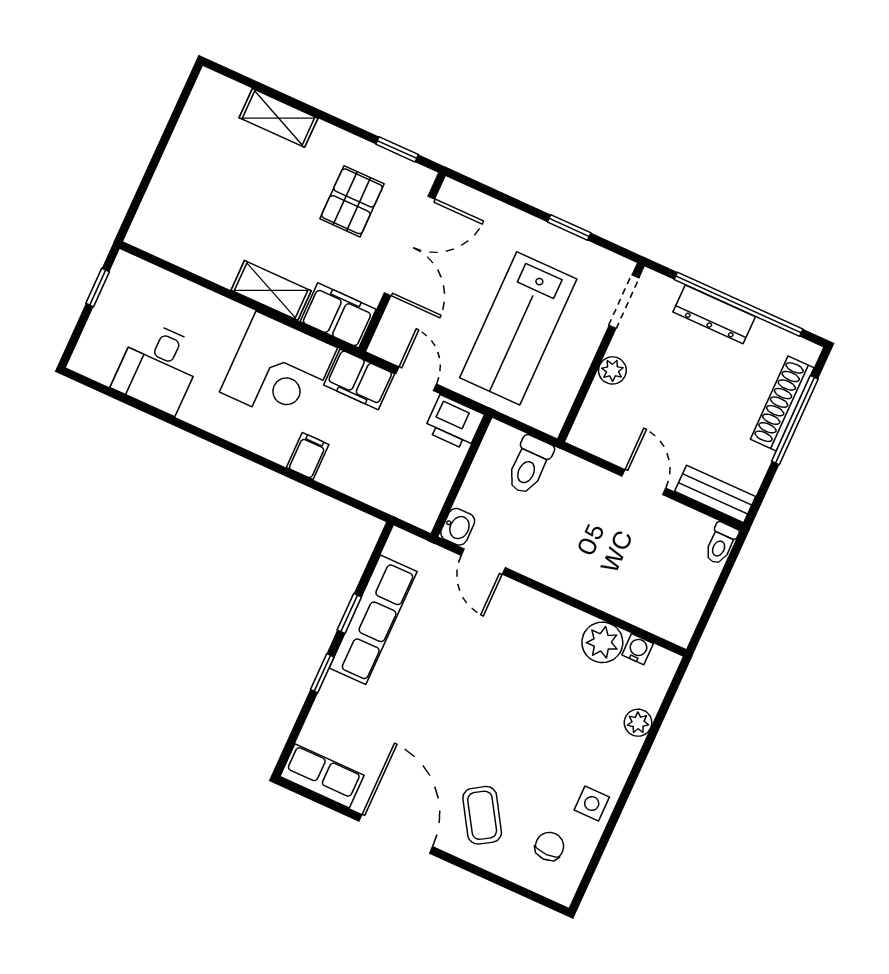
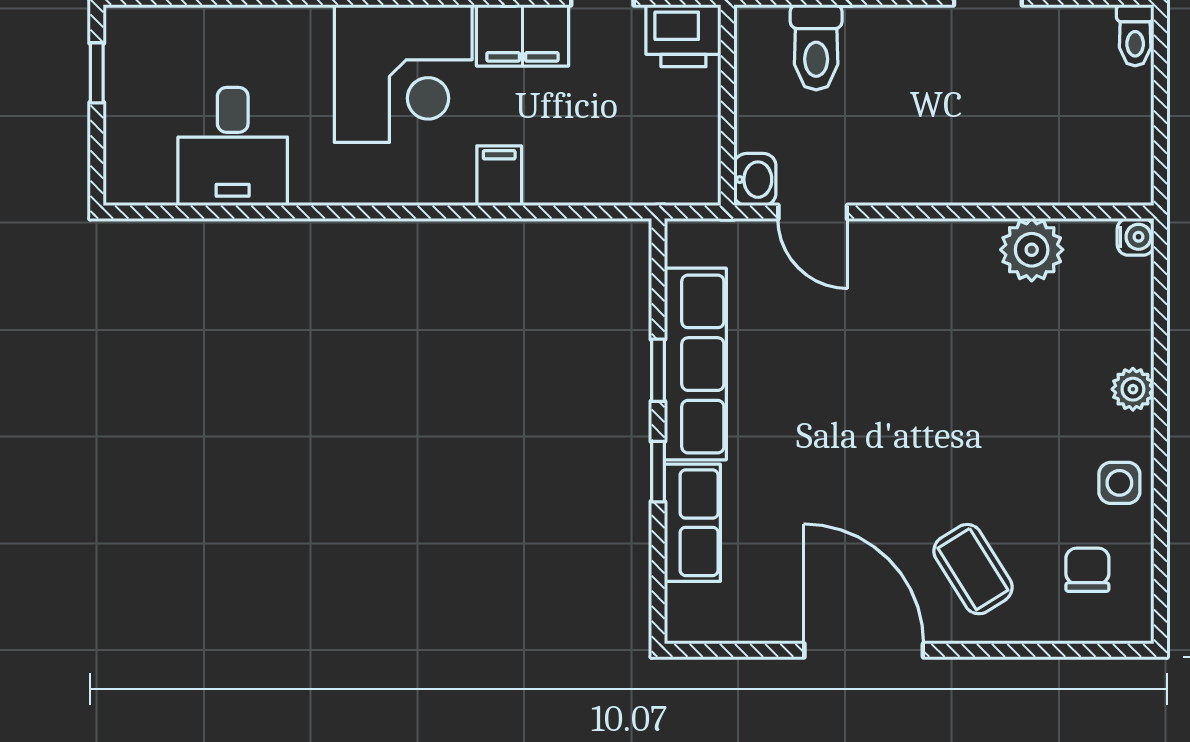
water cooler: (638, 649) -> (1136, 237), moved, turned 90
plant: (638, 723) -> (1133, 389), moved
row of seats: (322, 776) -> (692, 523), moved, turned 90

